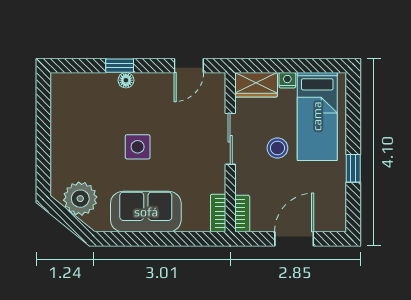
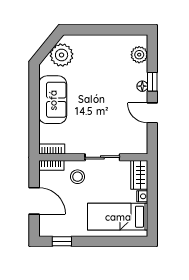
door: (189, 66) -> (152, 113), moved
plant: (80, 85) -> (139, 55), added
side table: (138, 147) -> (97, 94), removed
stool: (277, 148) -> (78, 177), moved
window: (353, 168) -> (62, 241), moved

